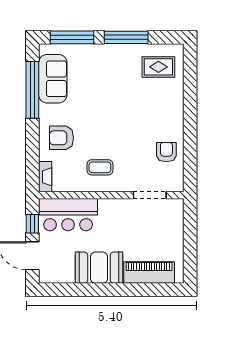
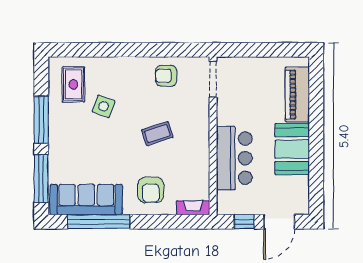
sofa: (53, 79) -> (86, 199), width x1.36
side table: (138, 95) -> (104, 106), added
coffee table: (100, 167) -> (157, 134), moved, turned 72
doorway: (150, 195) -> (213, 79), moved
bar counter: (68, 215) -> (234, 158), moved

